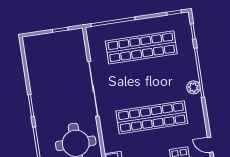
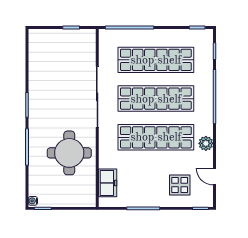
shop shelf: (147, 82) -> (156, 99), added
plant: (194, 87) -> (206, 143), moved

